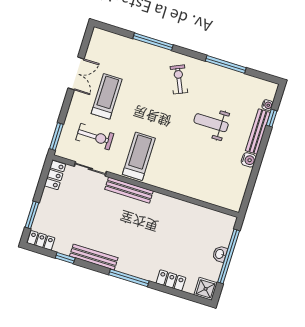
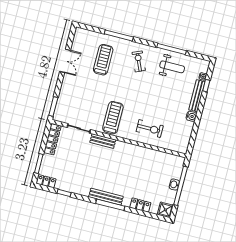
treadmill: (107, 96) -> (103, 60), moved
weight bench: (211, 123) -> (172, 67), moved, turned 180
exercise bike: (95, 137) -> (150, 129), moved
locker: (55, 175) -> (52, 139), width x1.53
bench: (129, 190) -> (103, 141), width x0.73
bench: (94, 257) -> (106, 197), moved

